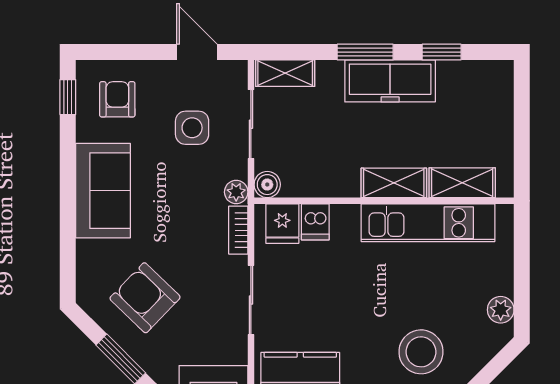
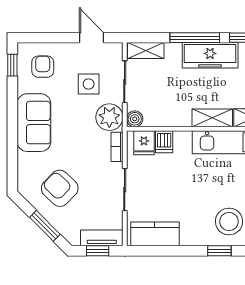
window: (365, 52) -> (195, 38), width x1.44
plant: (236, 192) -> (109, 117), width x1.88, depth x1.88

